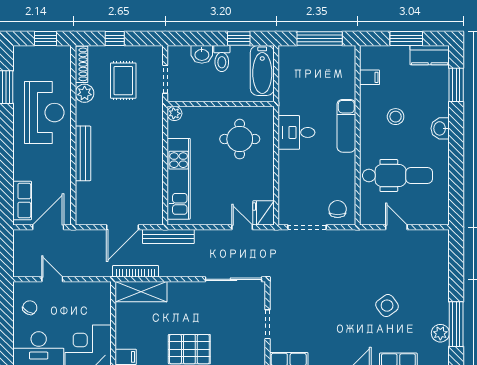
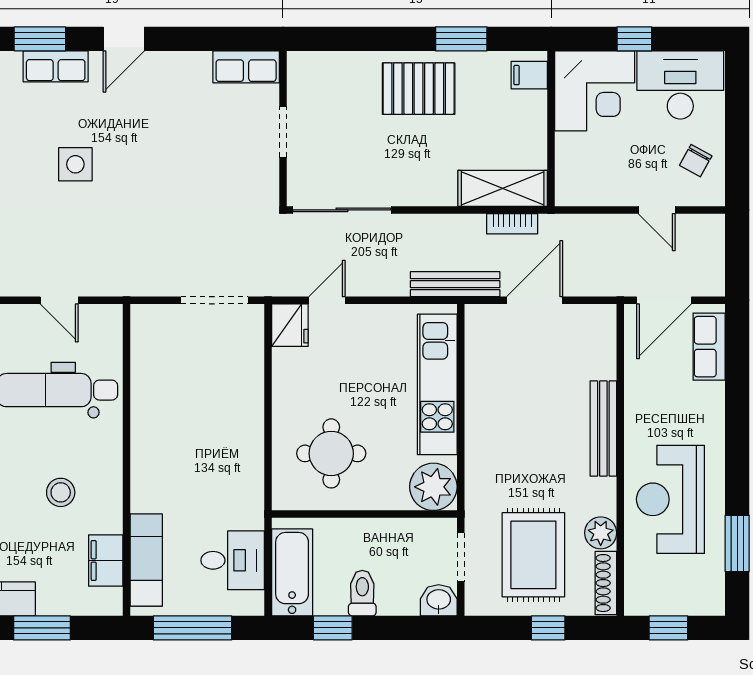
washbasin: (202, 54) -> (439, 600), moved
filing cabinet: (370, 77) -> (106, 560), width x2.00
rug: (123, 81) -> (533, 555), width x1.36, depth x1.43
plant: (174, 113) -> (433, 487), width x1.87, depth x1.87
exam couch: (346, 126) -> (146, 560), moved
desk: (296, 132) -> (233, 560), moved
chair: (338, 209) -> (161, 332), removed
door: (242, 227) -> (327, 300), swing flipped
bookcase: (136, 271) -> (512, 224), width x0.64
side table: (387, 306) -> (75, 164), turned 36

